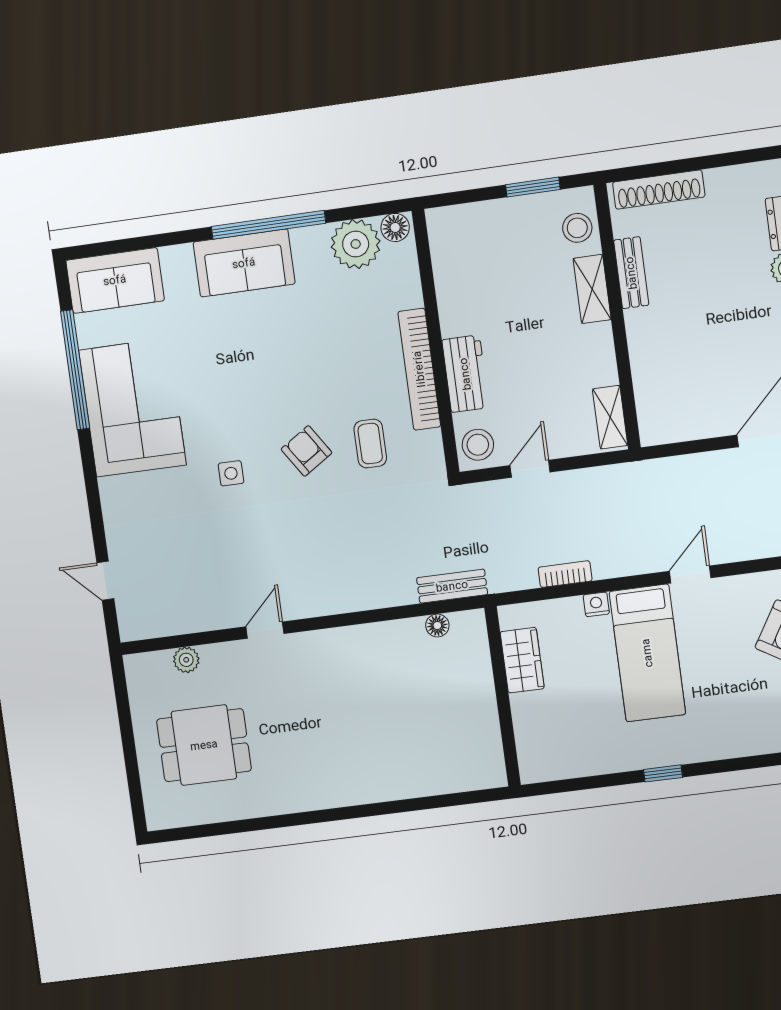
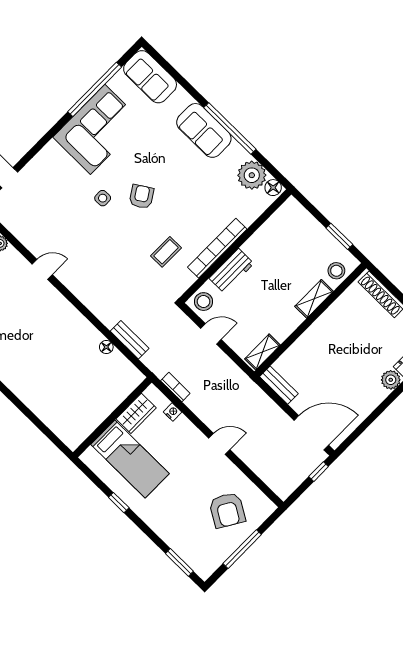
bench: (631, 273) -> (279, 385), moved, turned 90
armchair: (307, 451) -> (142, 197), moved
bed: (647, 653) -> (130, 459), moved, turned -90
wardrobe: (522, 660) -> (136, 413), moved
wall: (502, 696) -> (112, 417), moved

